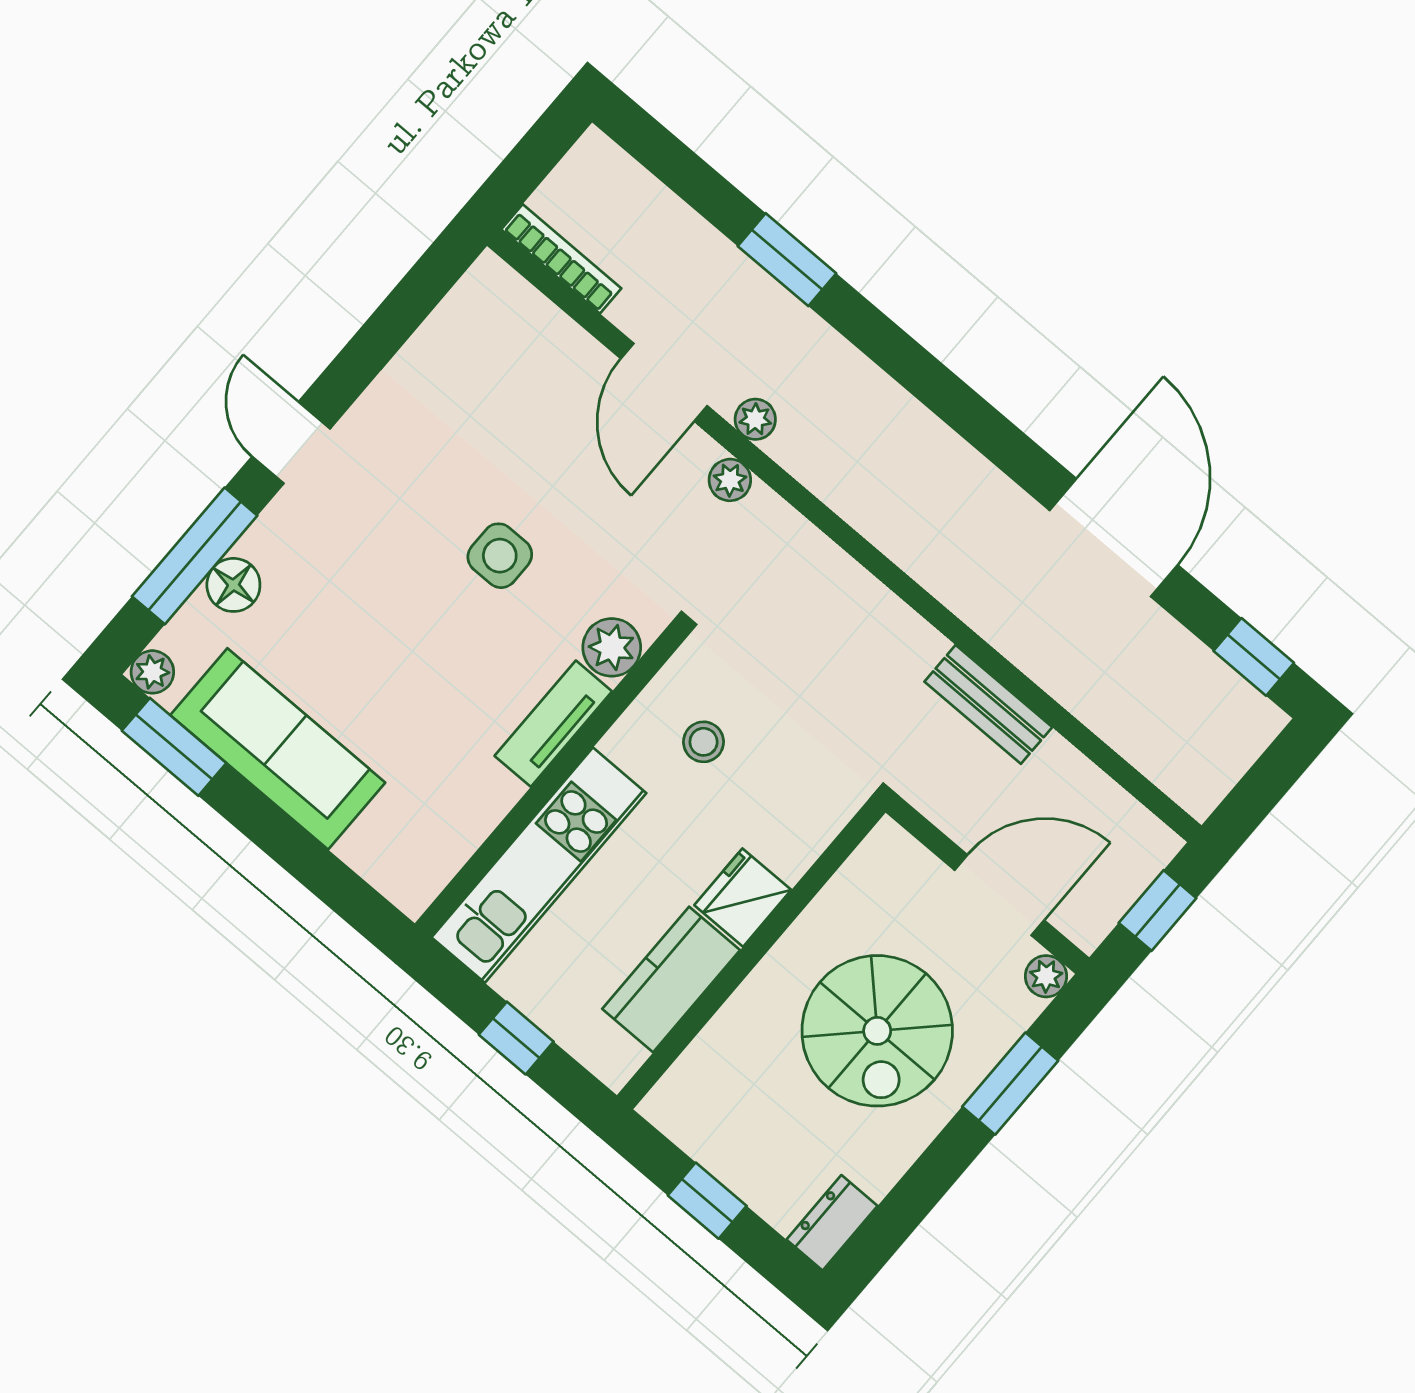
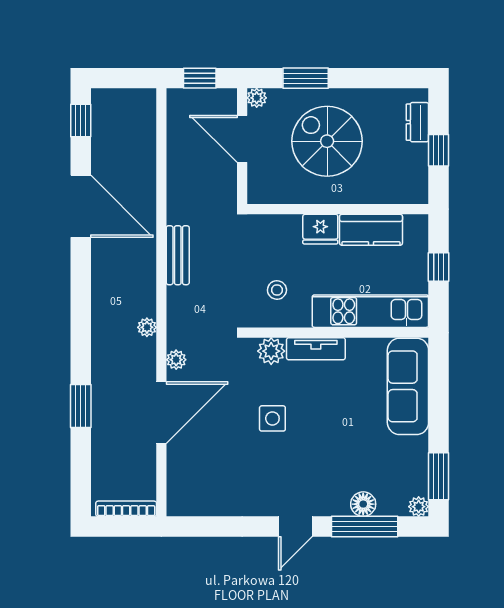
bookcase: (561, 259) -> (126, 509), moved, turned 90
door: (664, 382) -> (161, 413), width x1.36
plant: (755, 419) -> (147, 327), moved
door: (1114, 538) -> (81, 206), swing flipped
bench: (988, 704) -> (178, 255), moved
sofa: (278, 749) -> (408, 386), moved
spiral stairs: (877, 1031) -> (327, 141), turned -90
dresser: (832, 1223) -> (417, 122), moved, turned 90

